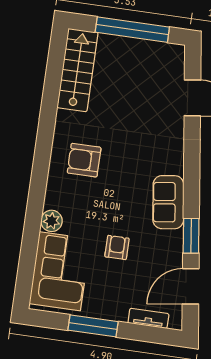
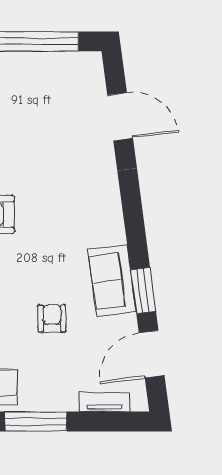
sofa: (168, 202) -> (112, 281), moved

